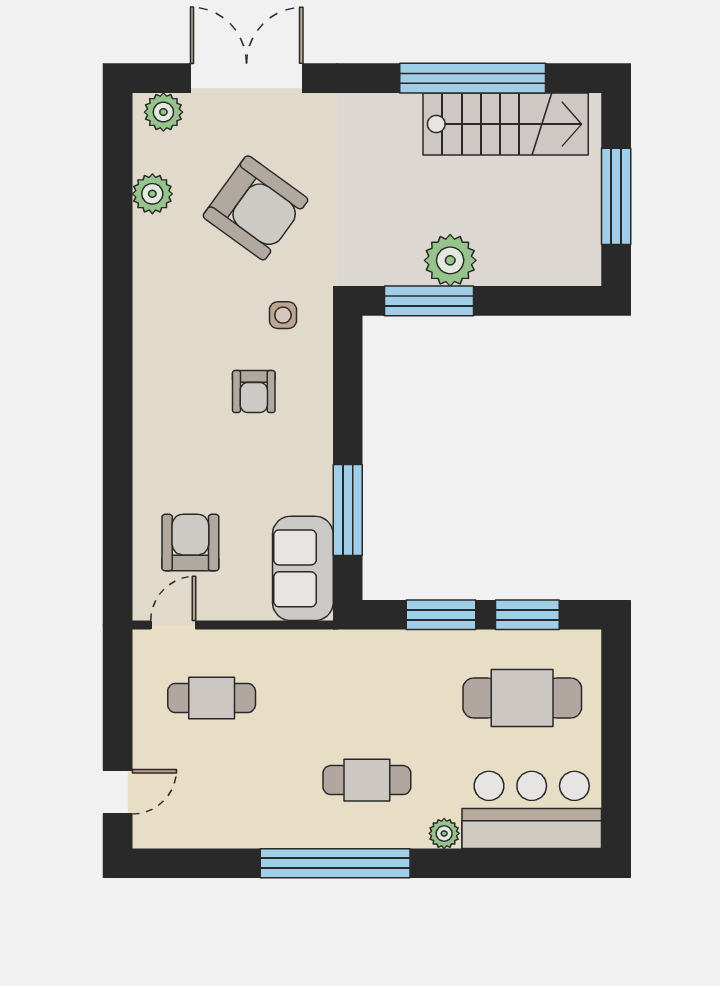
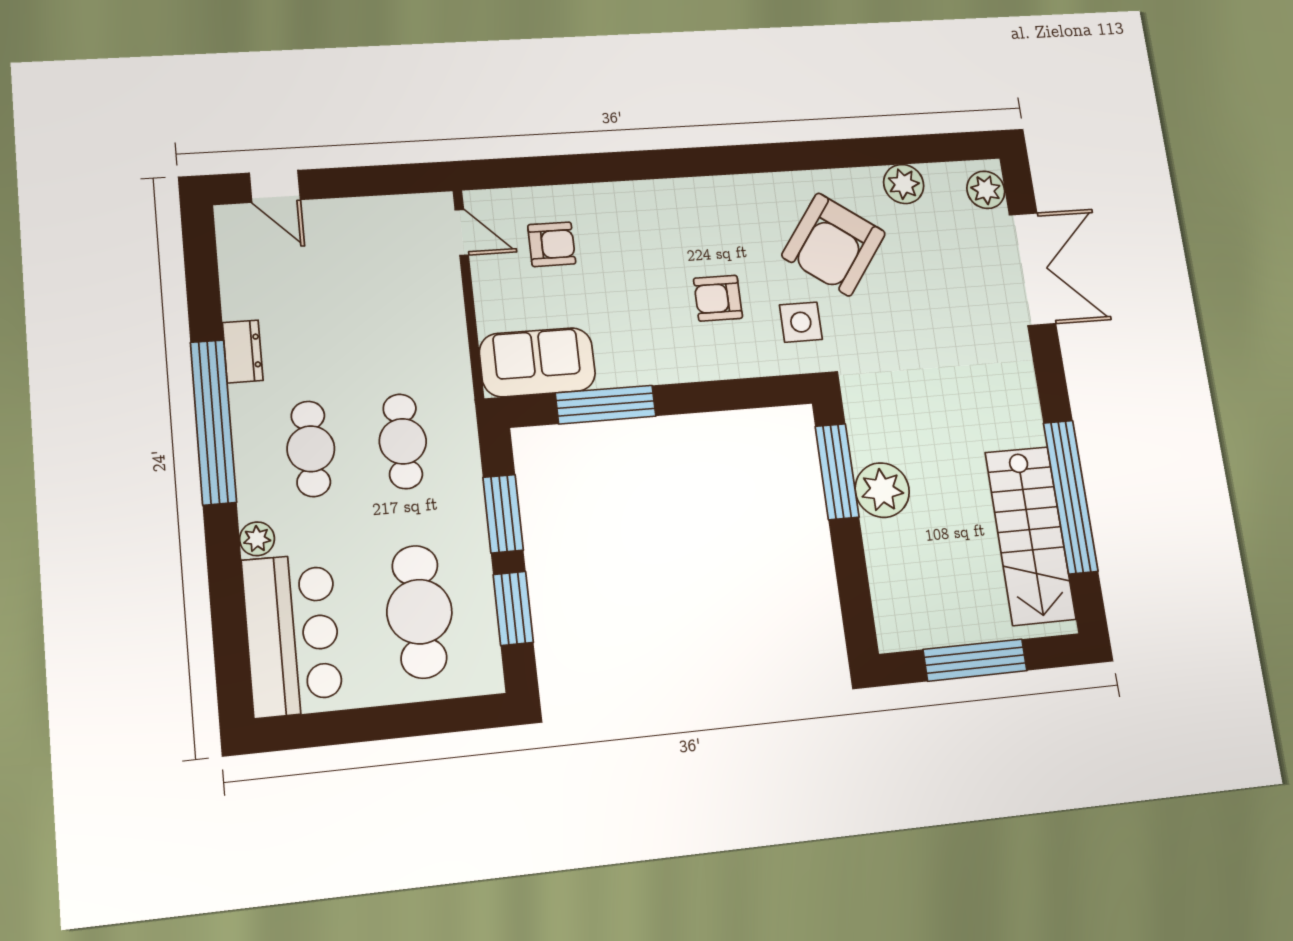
armchair: (255, 208) -> (834, 244), moved
side table: (283, 315) -> (801, 322), width x1.37, depth x1.37
armchair: (190, 543) -> (552, 244), width x0.72, depth x0.72
cafe table: (212, 698) -> (403, 441), moved
dresser: (272, 833) -> (243, 351), added

